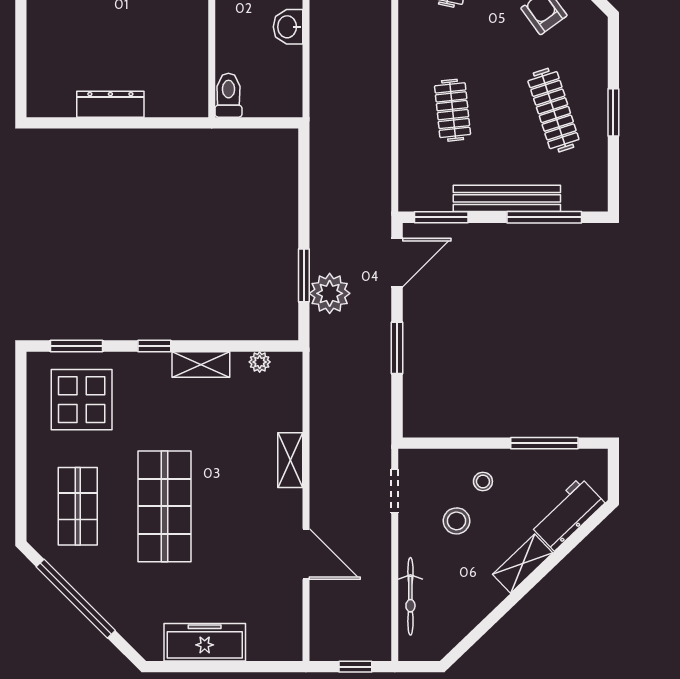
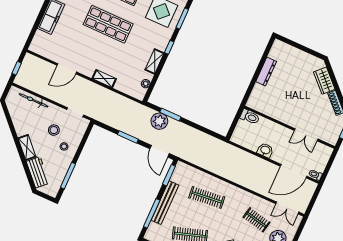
clothes rail: (453, 110) -> (207, 197), width x1.36

